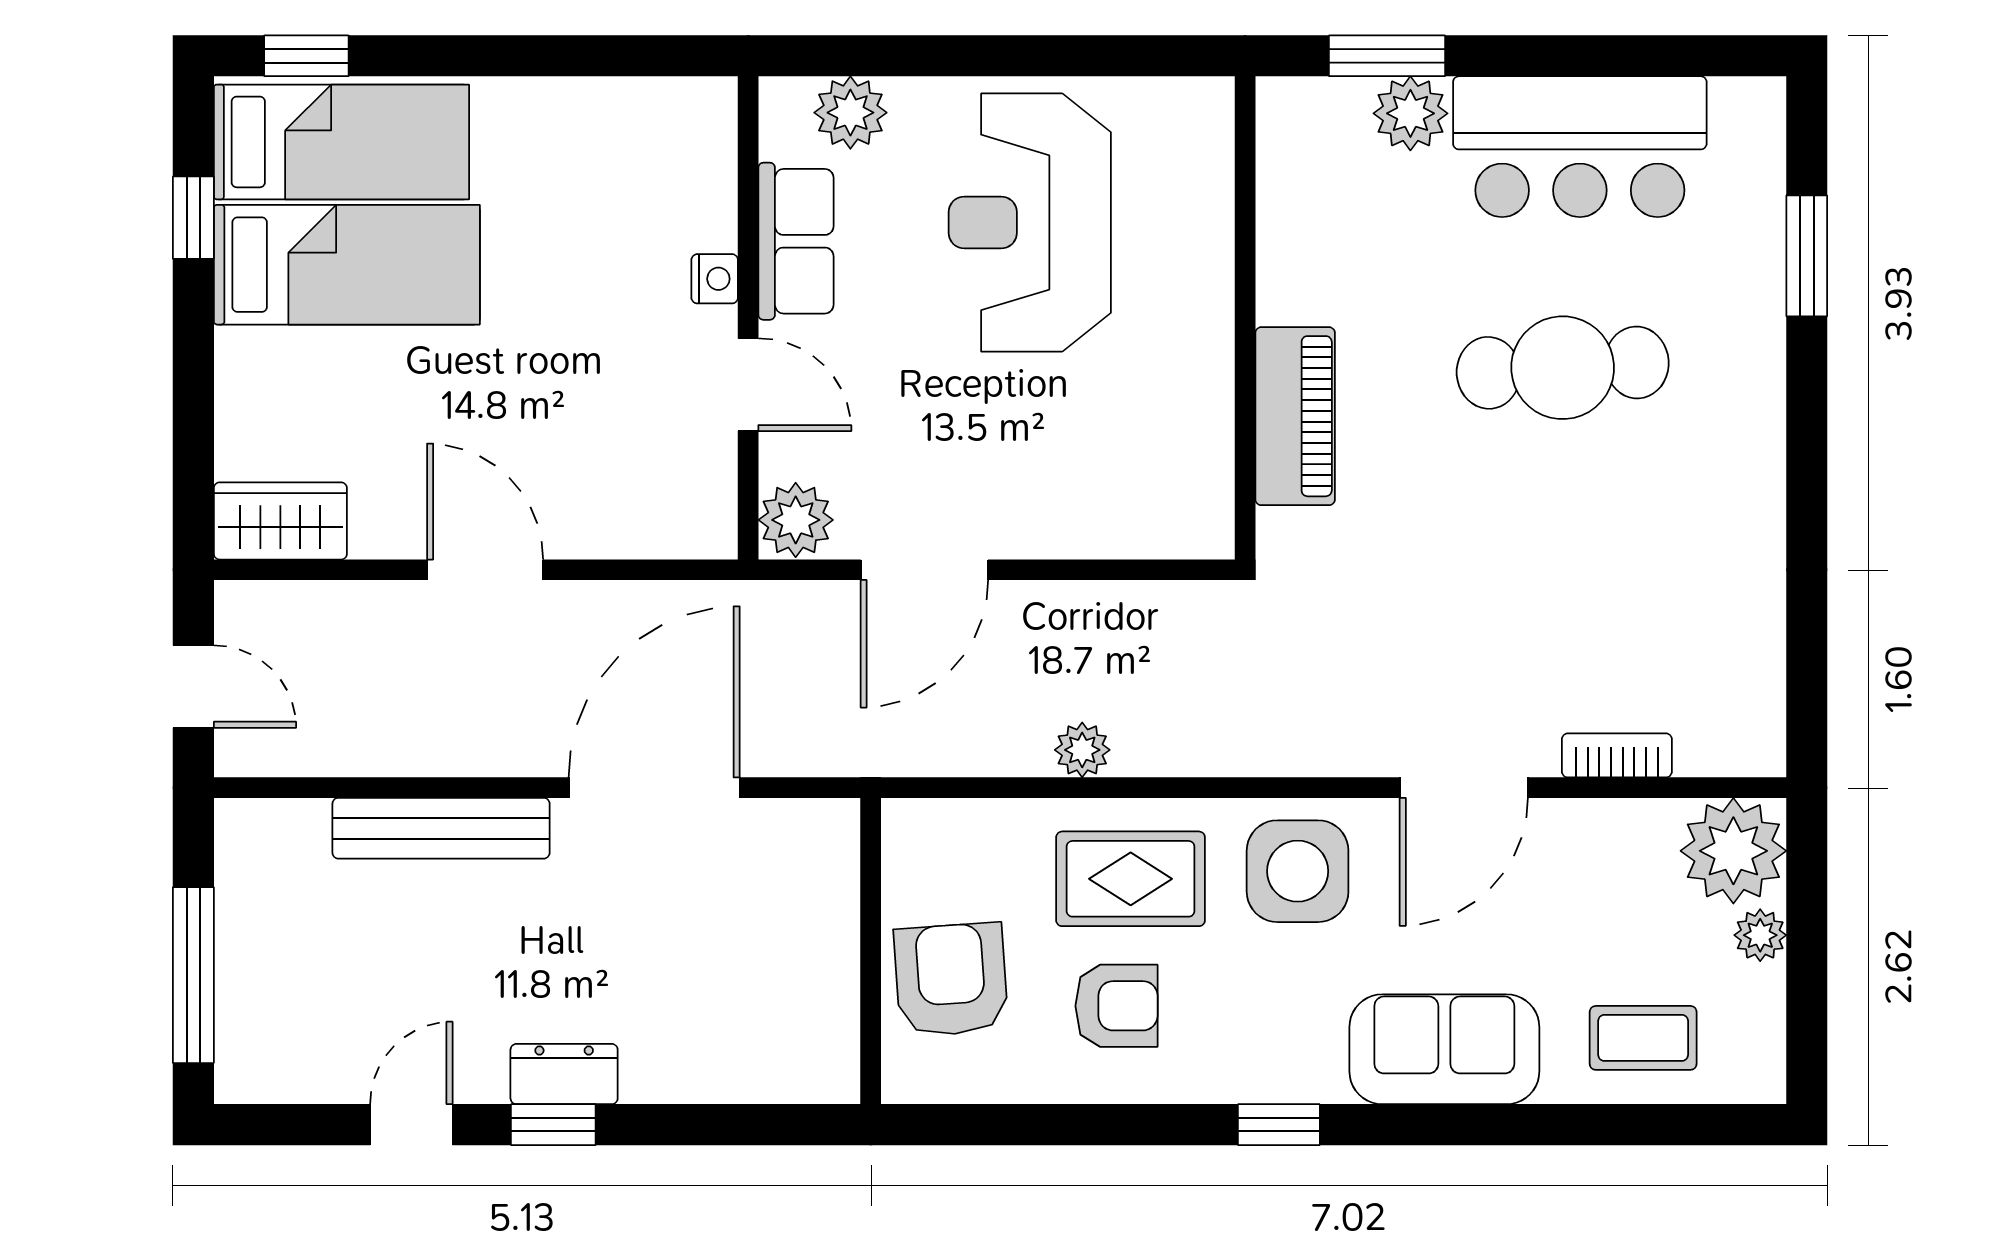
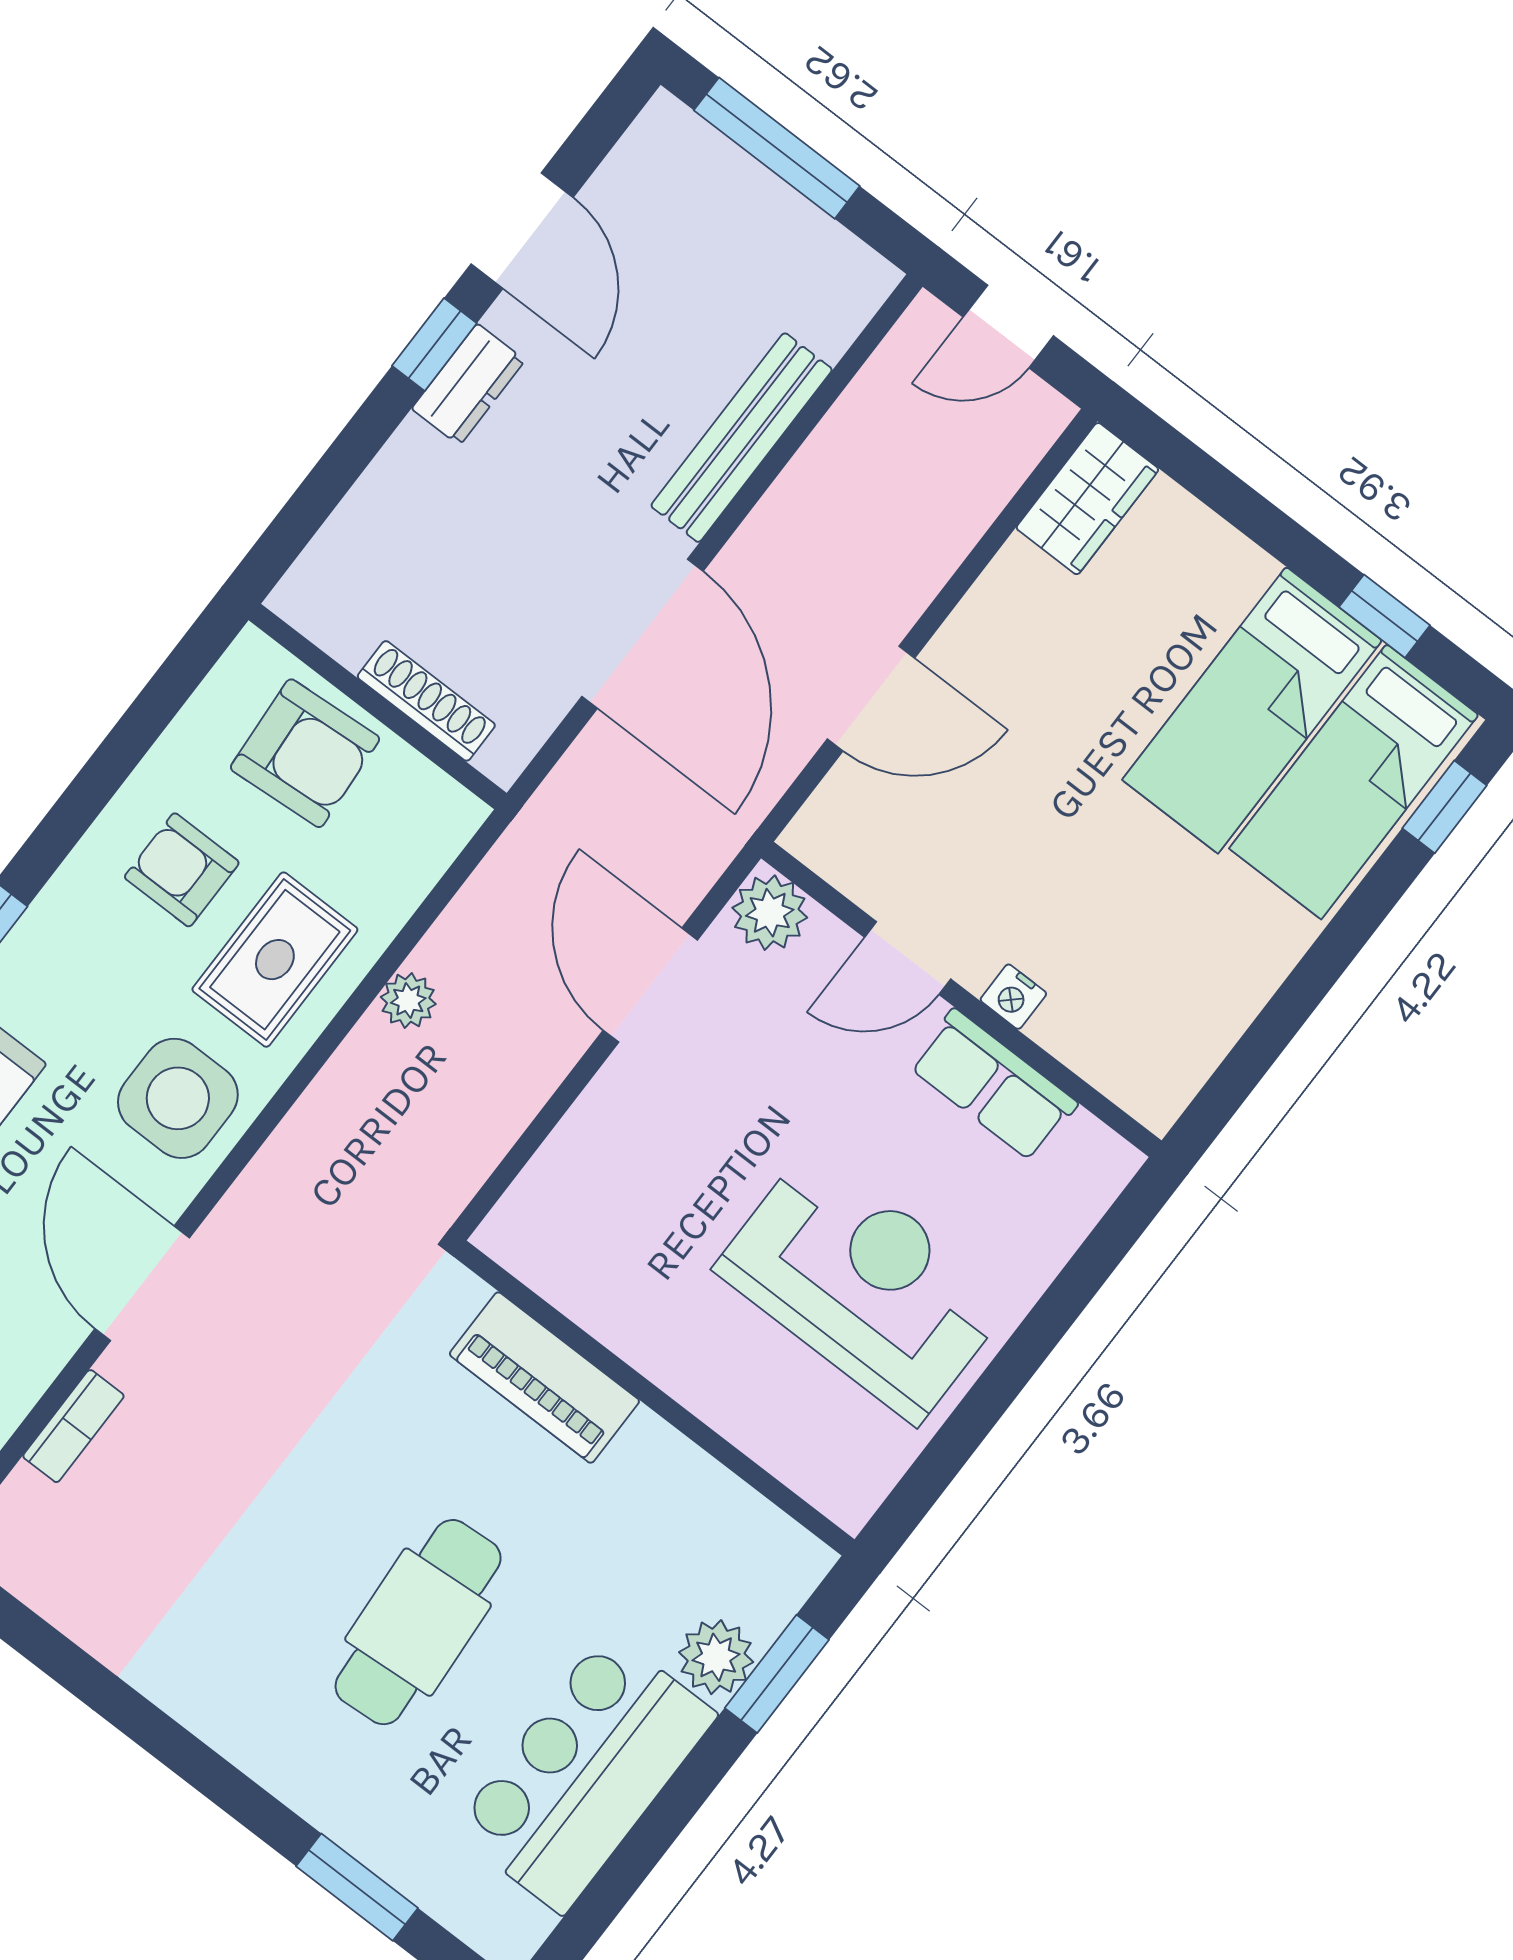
plant: (850, 113) -> (1063, 1208), removed
door: (485, 570) -> (871, 699), moved
shoe rack: (837, 916) -> (426, 701), added
armchair: (1116, 1006) -> (182, 870), turned 90
door: (411, 1125) -> (522, 231), width x1.38

